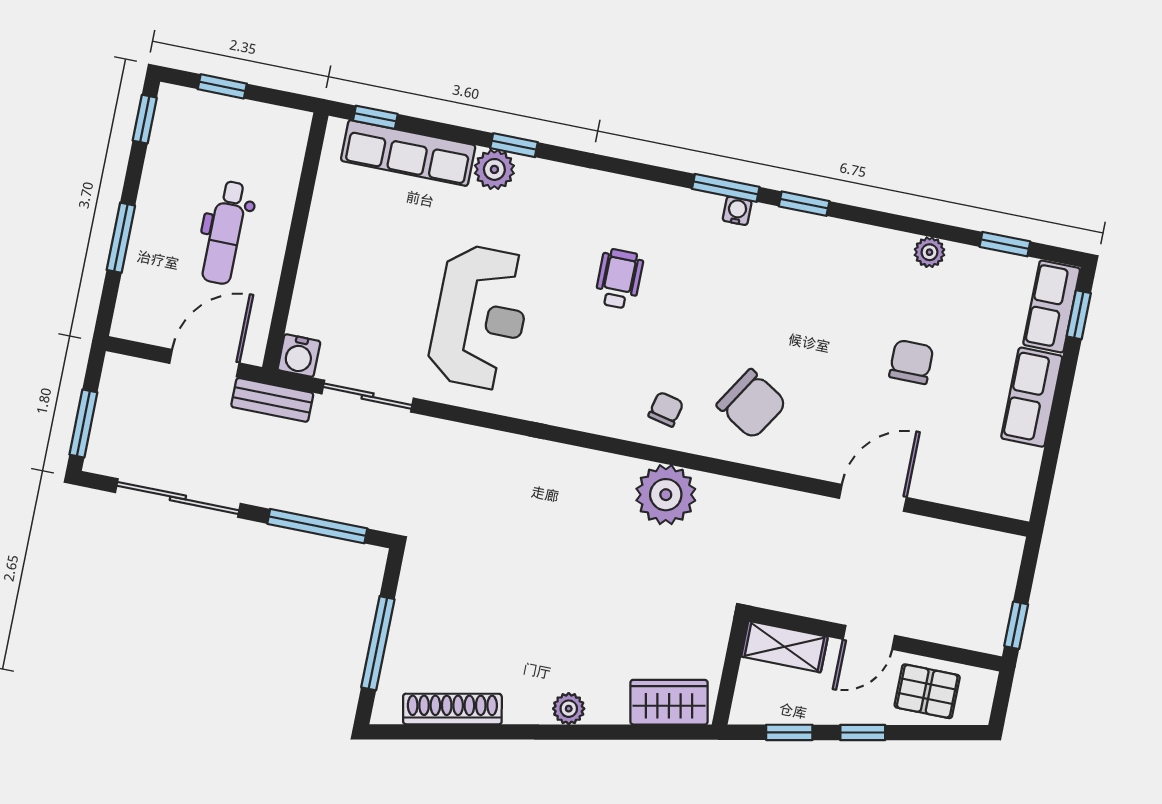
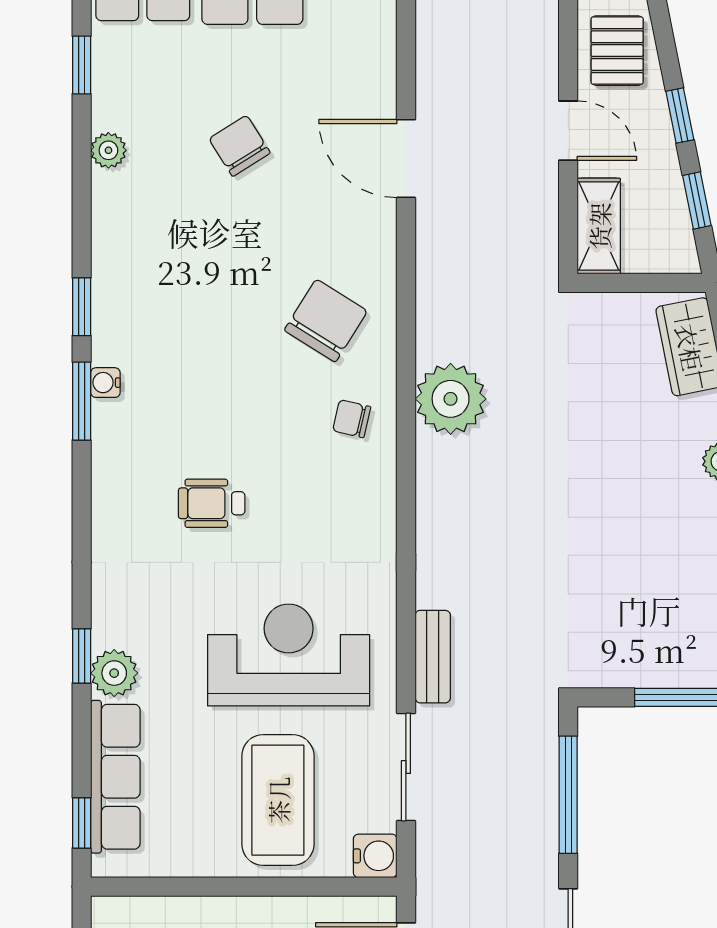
coffee table: (362, 284) -> (278, 800), added
chair: (911, 362) -> (240, 146), turned 58
bench: (272, 400) -> (433, 657), moved

